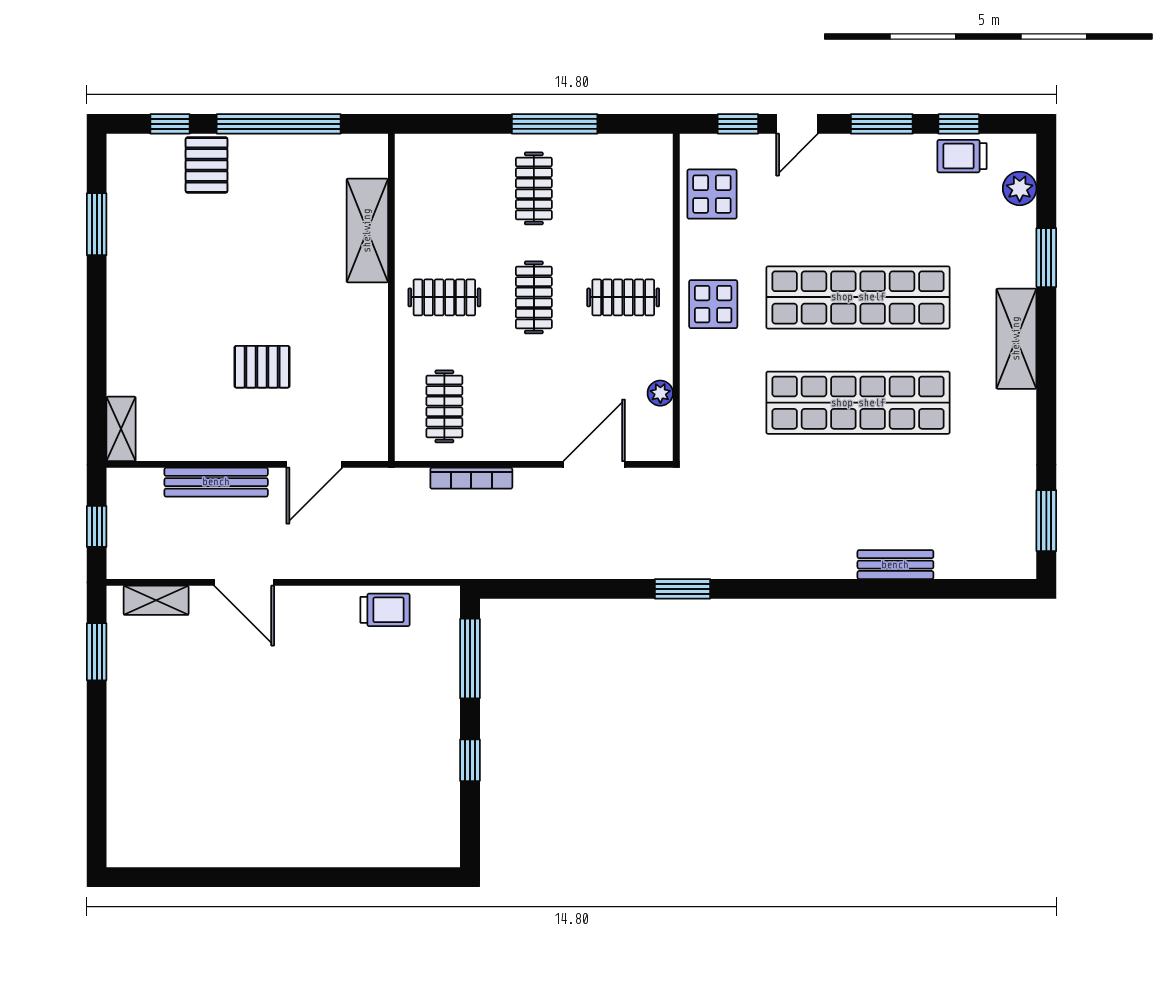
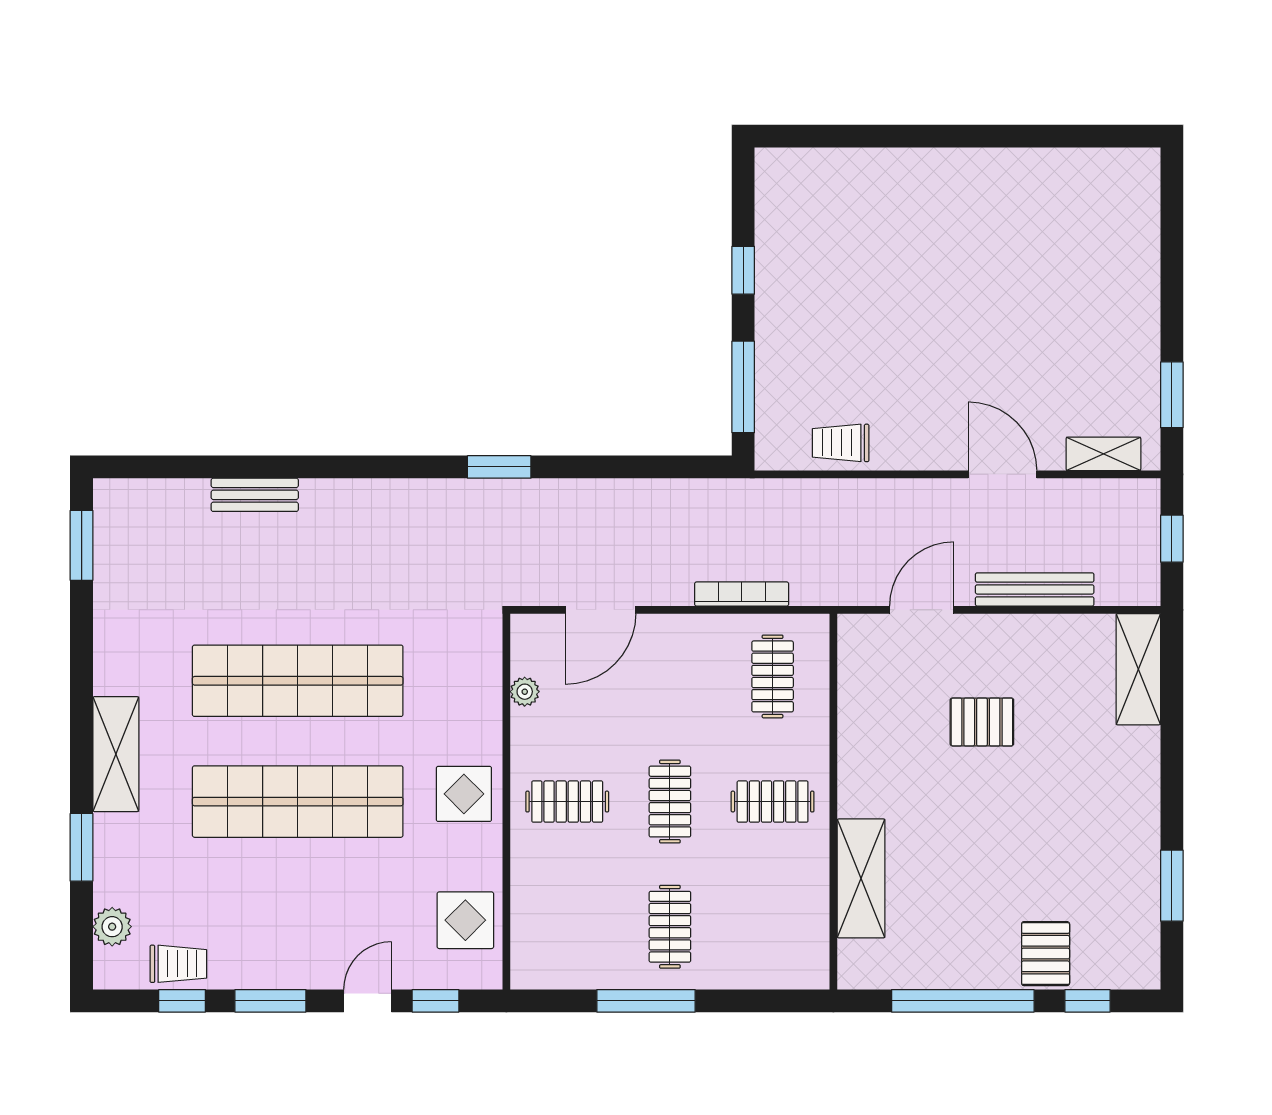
shelving: (121, 429) -> (1138, 669), width x1.50, depth x1.33

